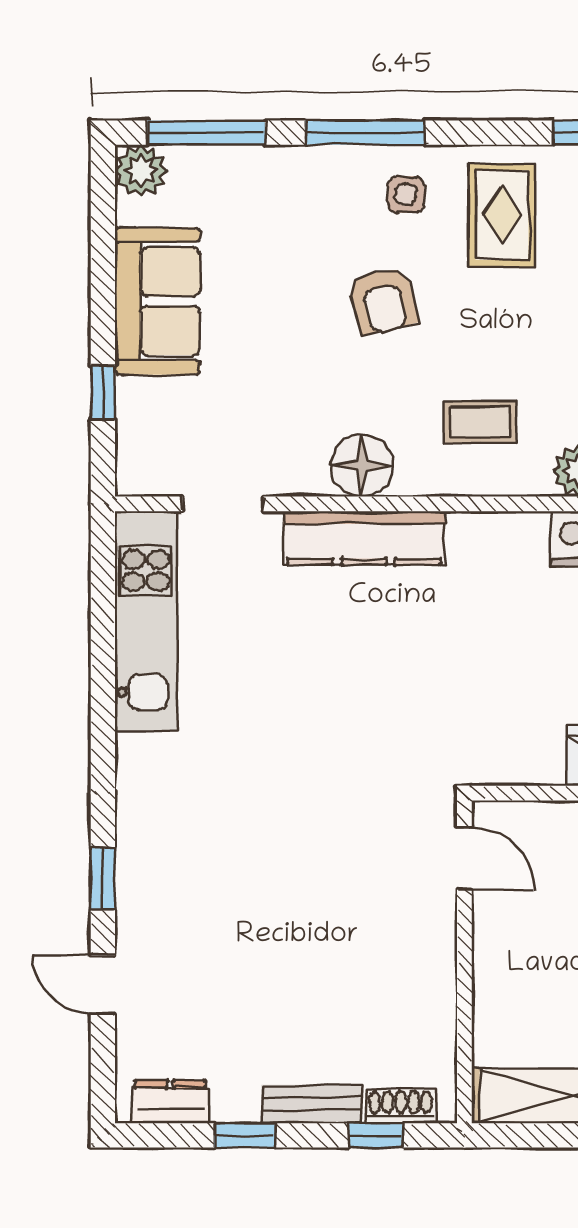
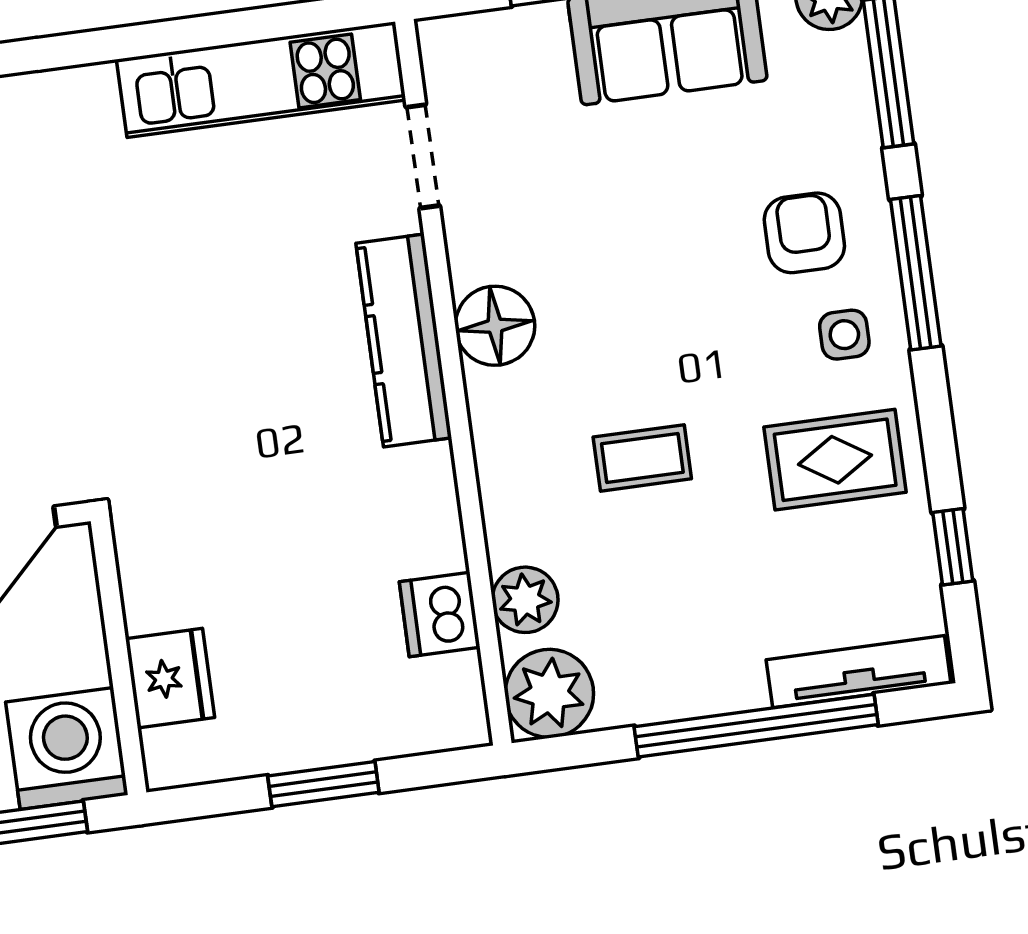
armchair: (383, 301) -> (804, 233), moved, turned 104
coffee table: (480, 422) -> (642, 458), moved, turned 90

